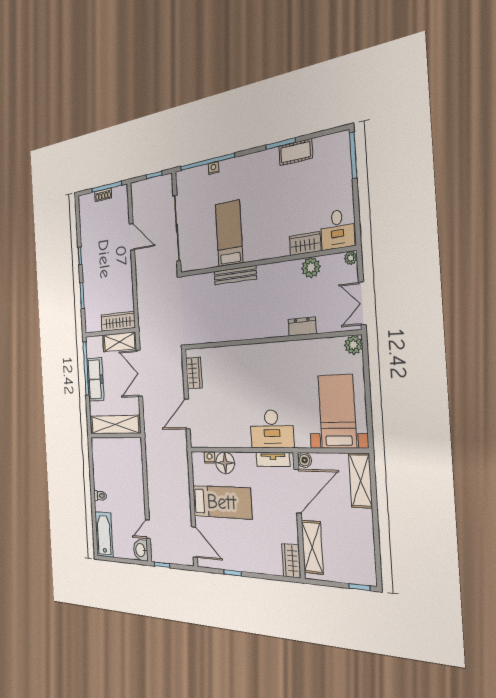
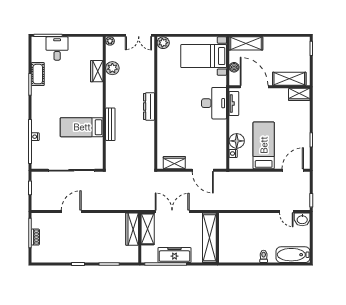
desk: (337, 229) -> (57, 49), moved, turned -90
dresser: (302, 327) -> (149, 106), moved, width x1.44
double door: (139, 373) -> (172, 211), swing flipped
boiler: (304, 460) -> (234, 67), moved

